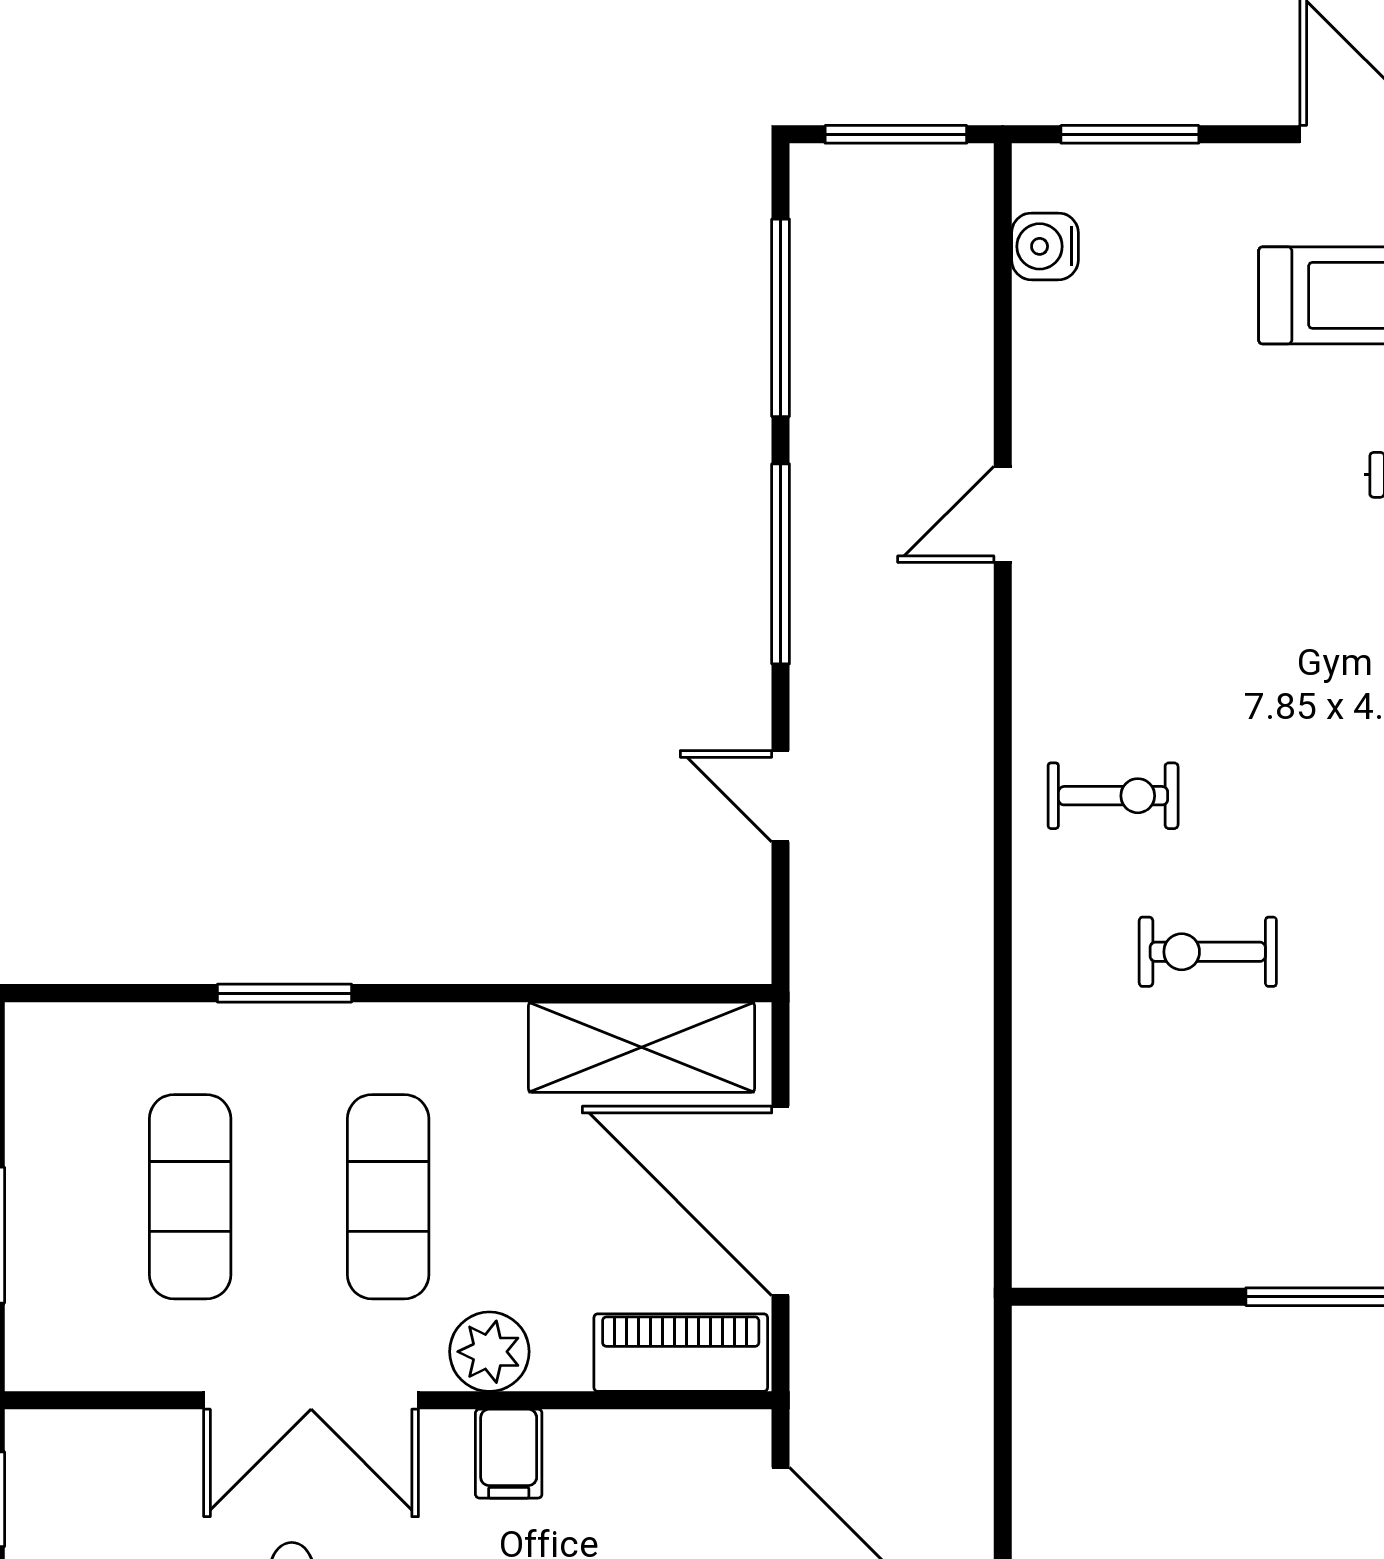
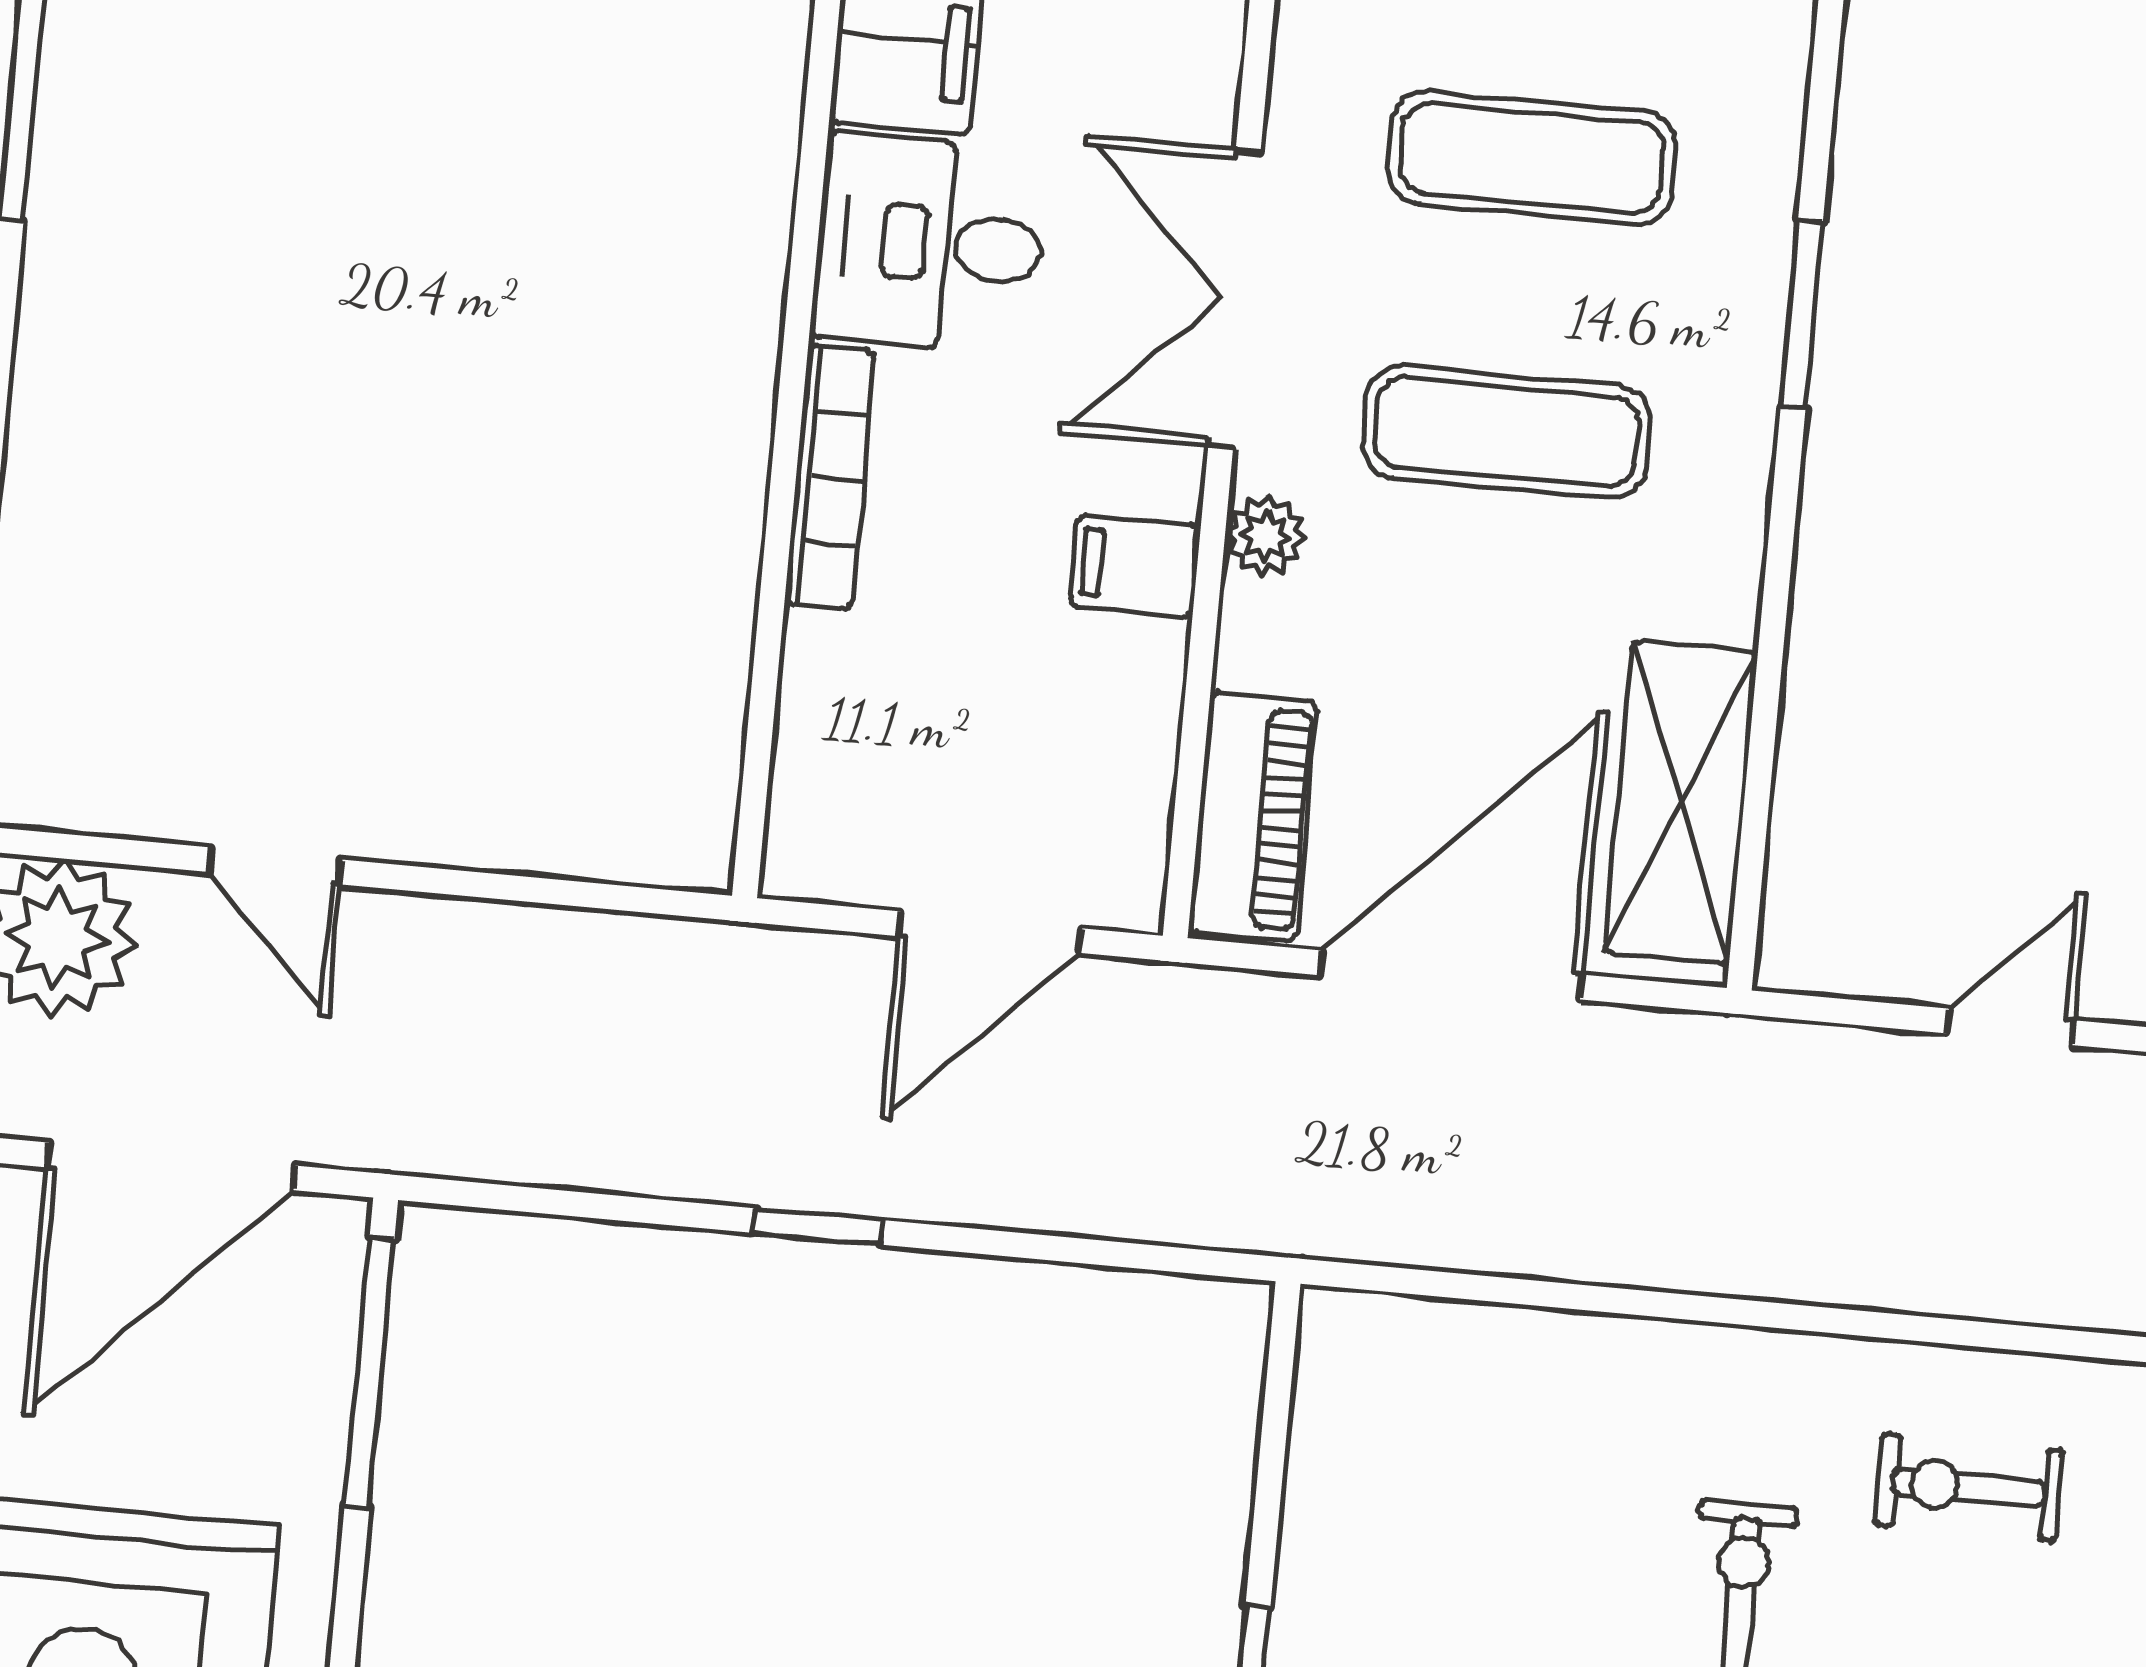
exercise bike: (1113, 796) -> (1969, 1487), turned 90
plant: (489, 1352) -> (1265, 536), width x0.73, depth x0.73

